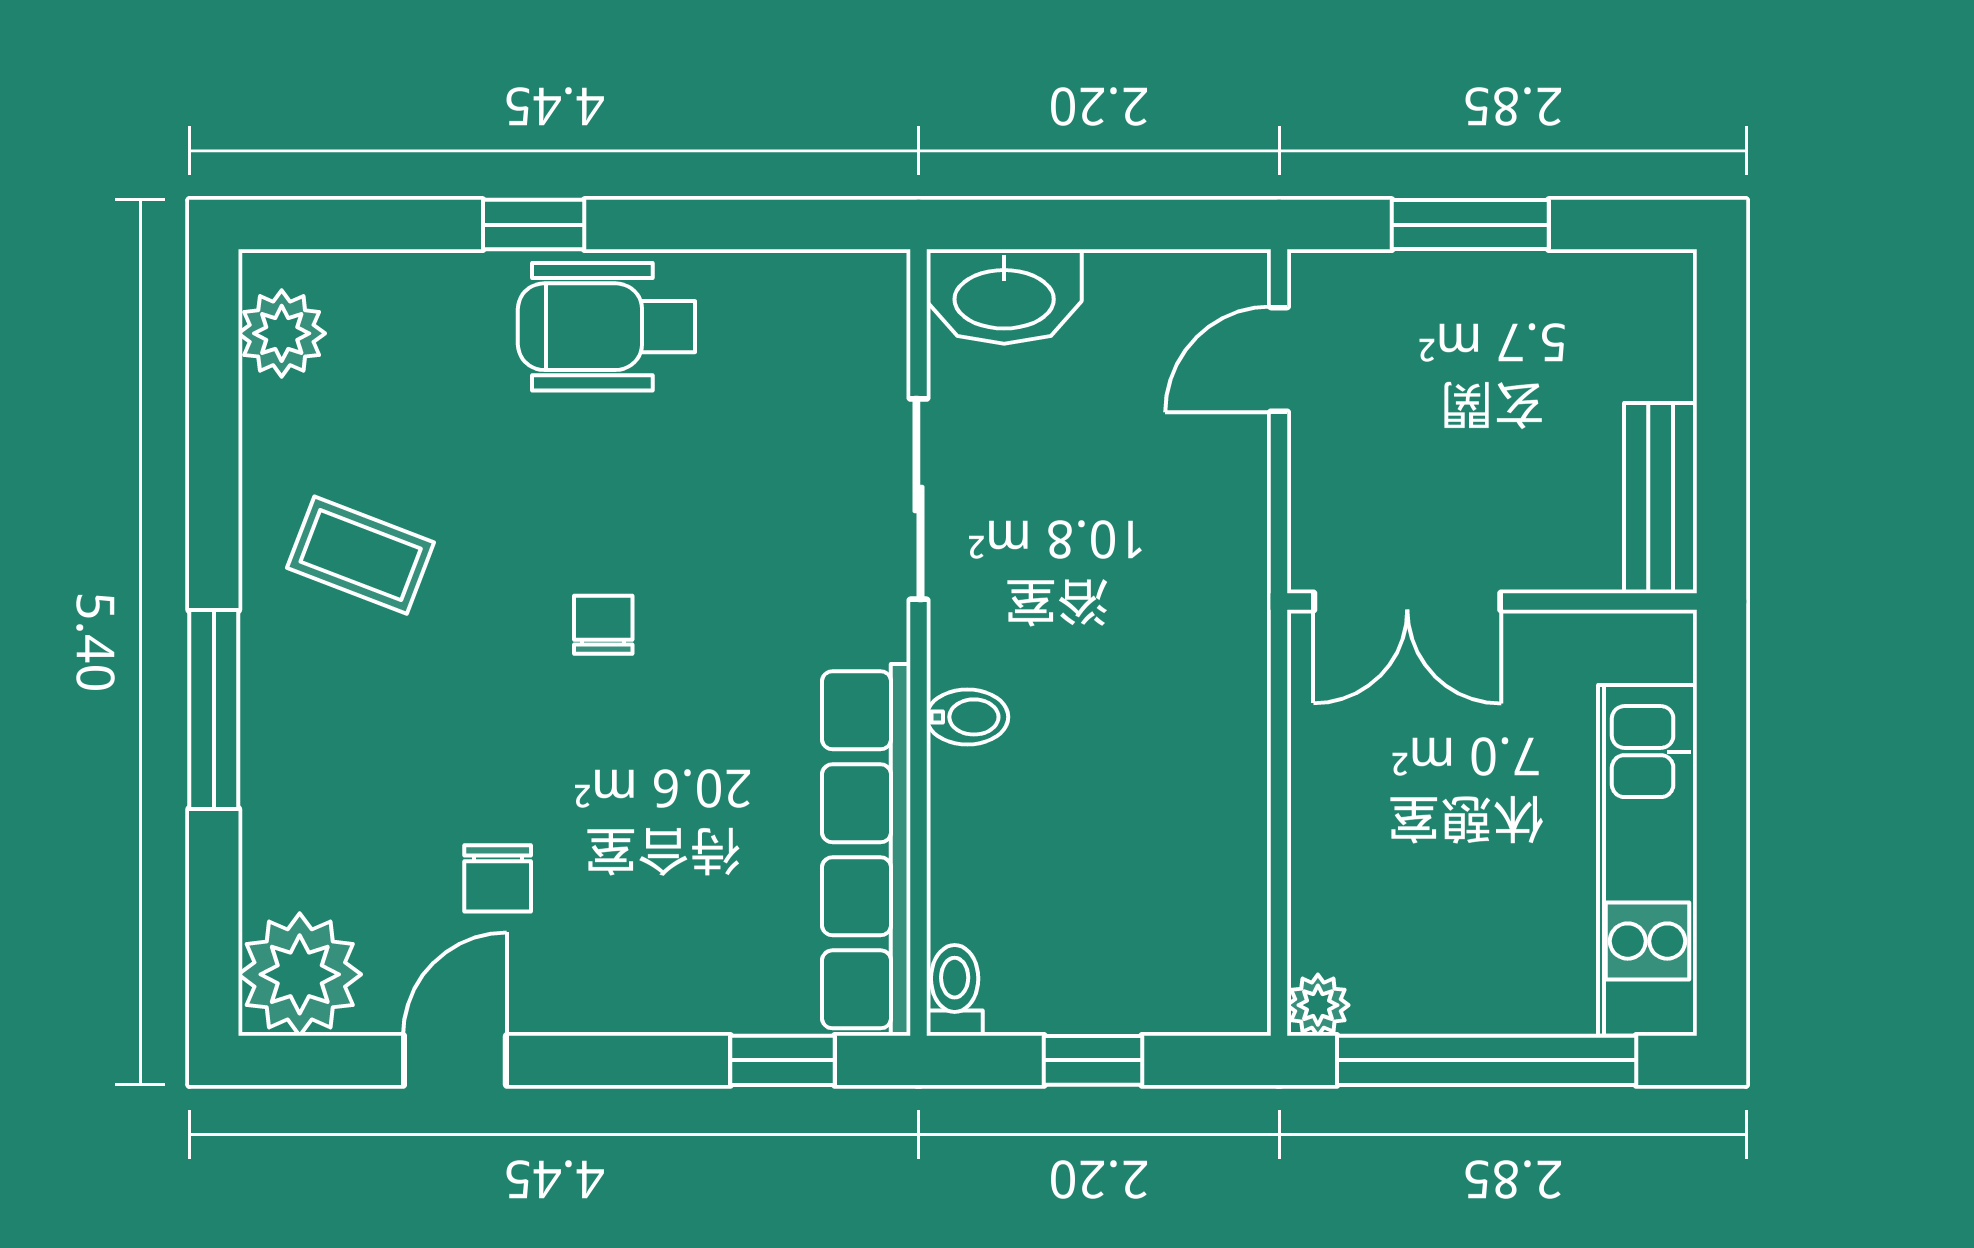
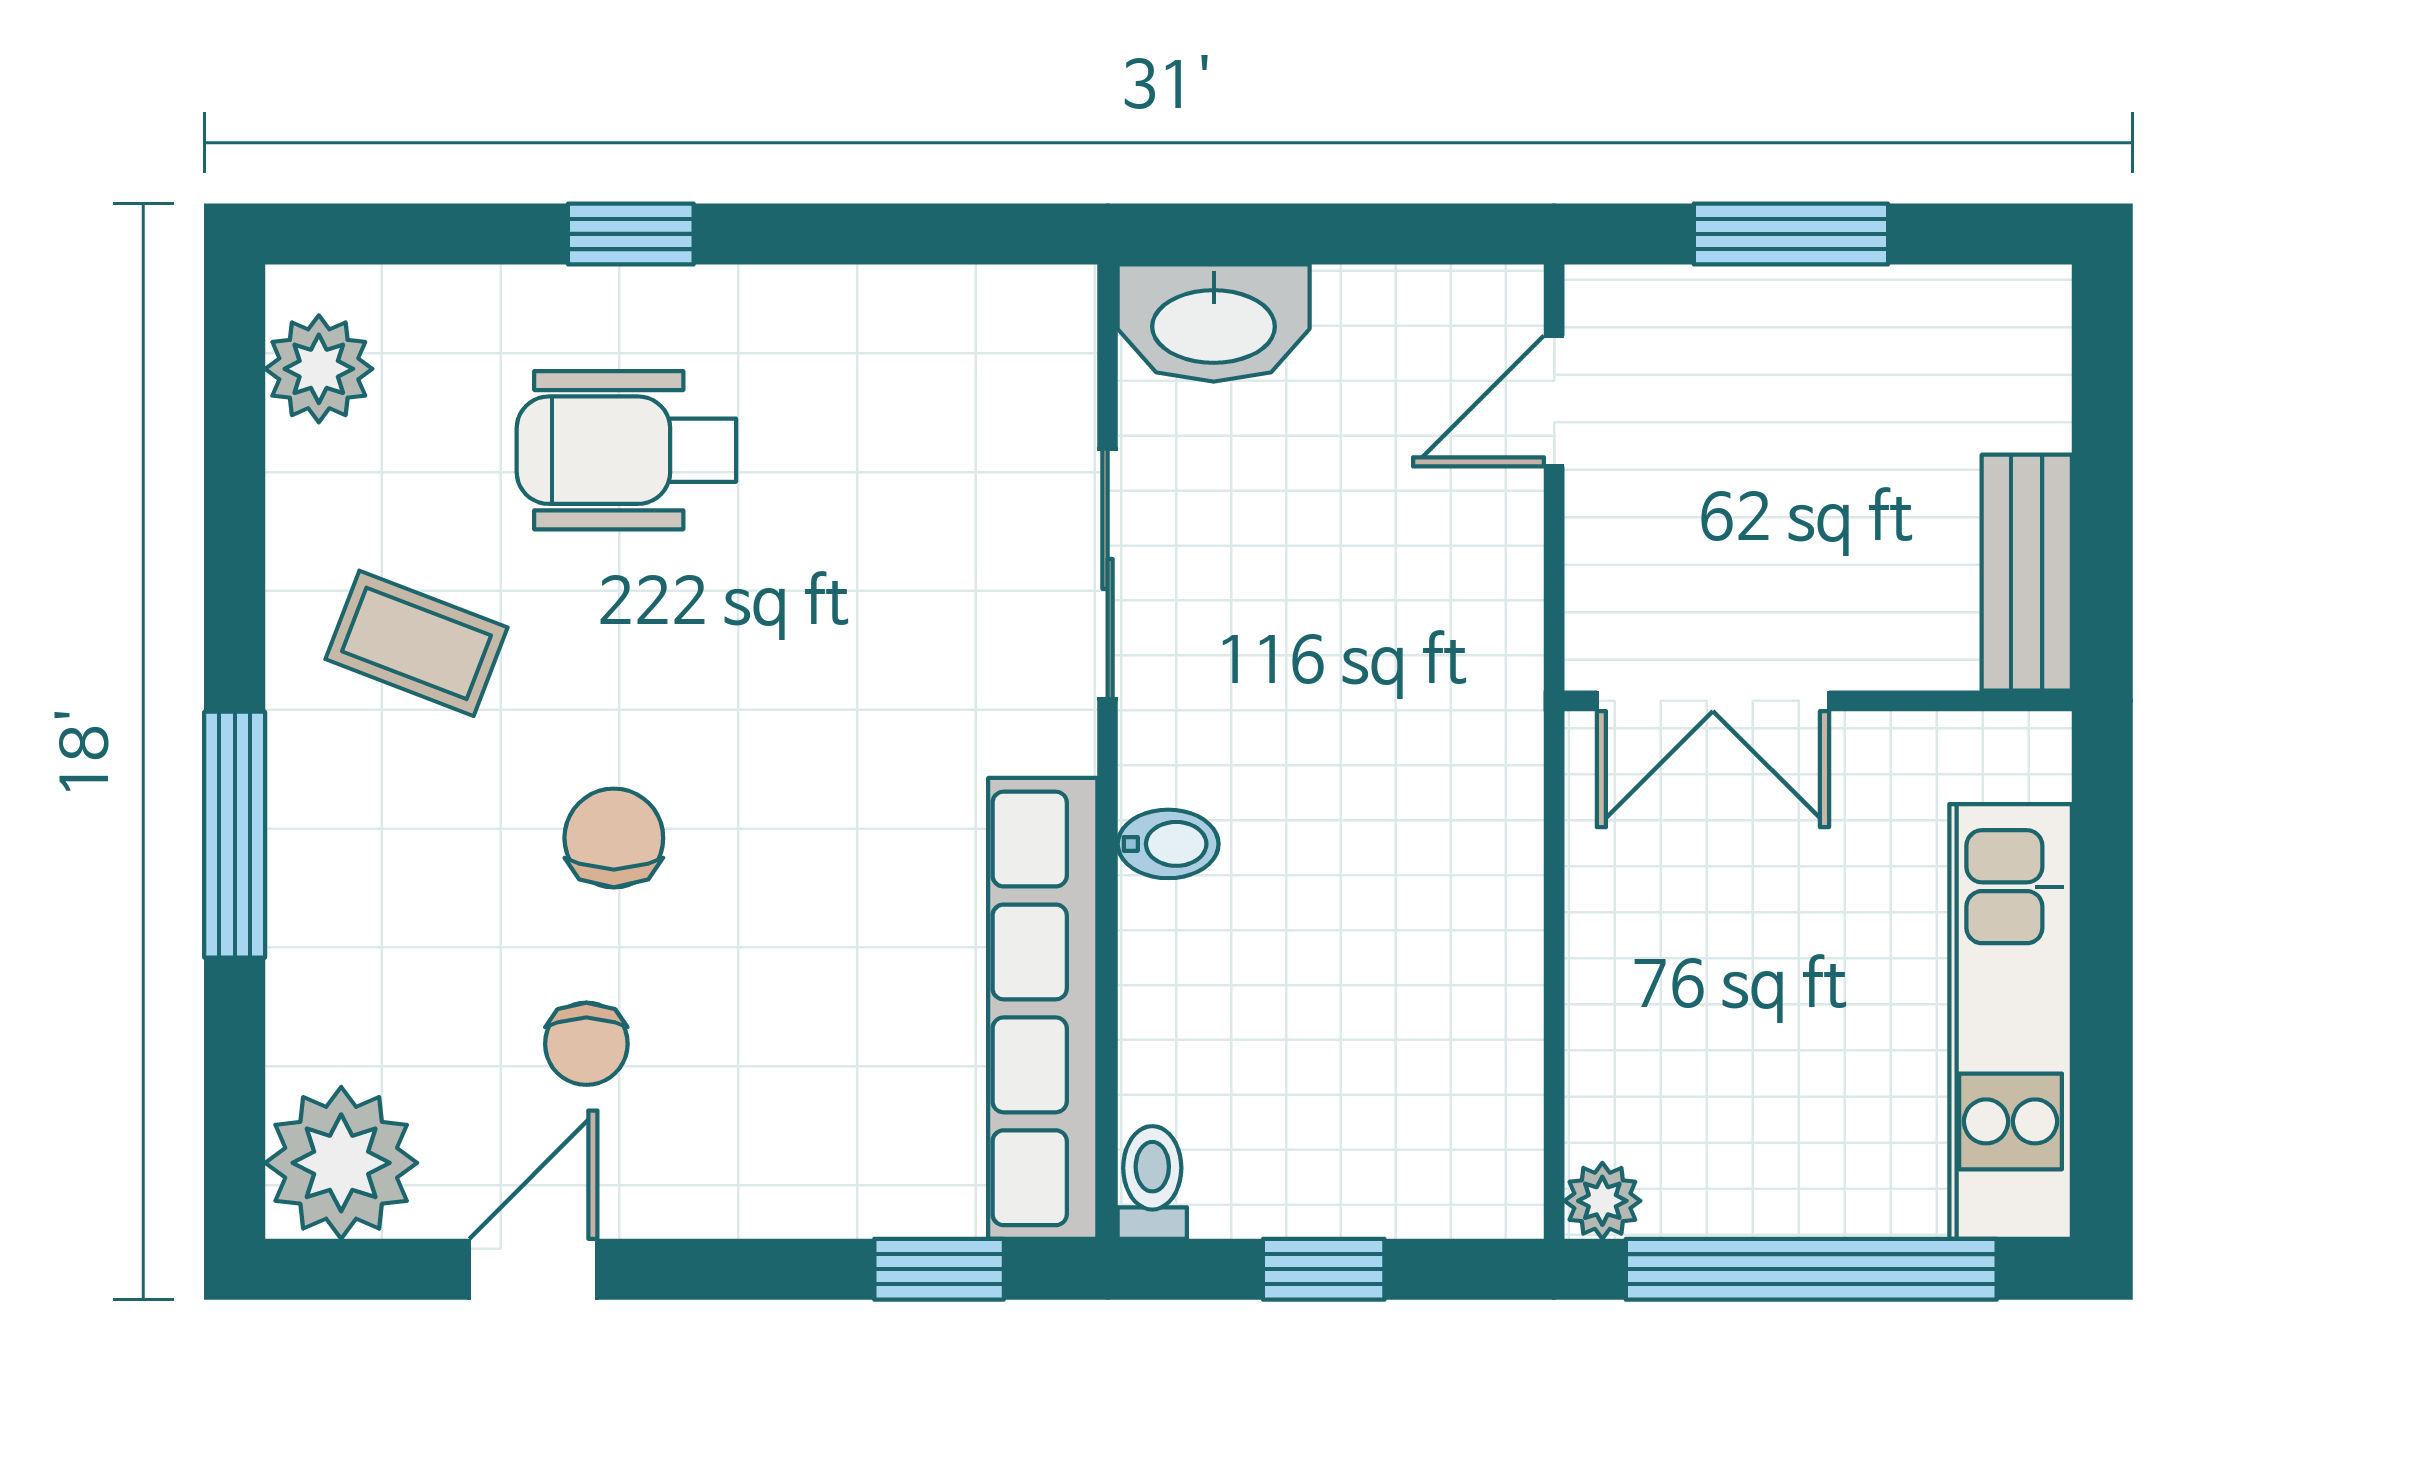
wheelchair: (607, 327) -> (626, 450), moved
chair: (603, 625) -> (614, 838), moved, width x1.37, depth x1.37

